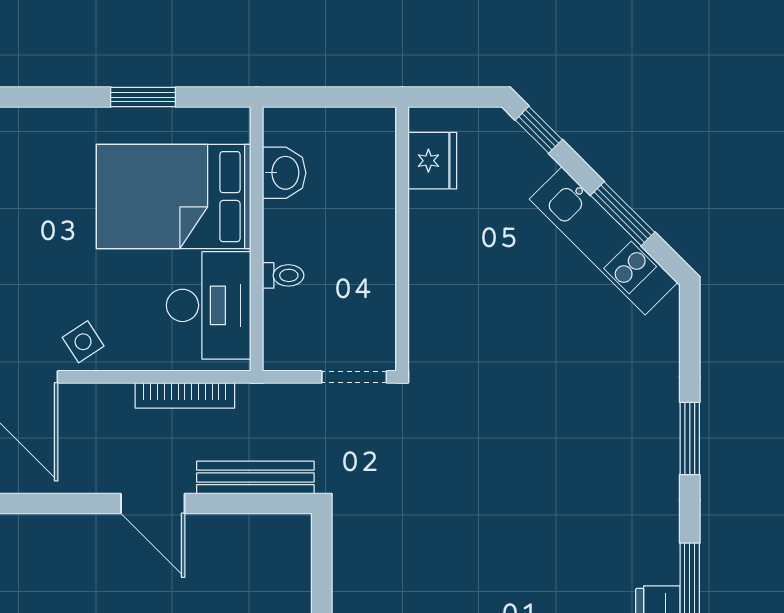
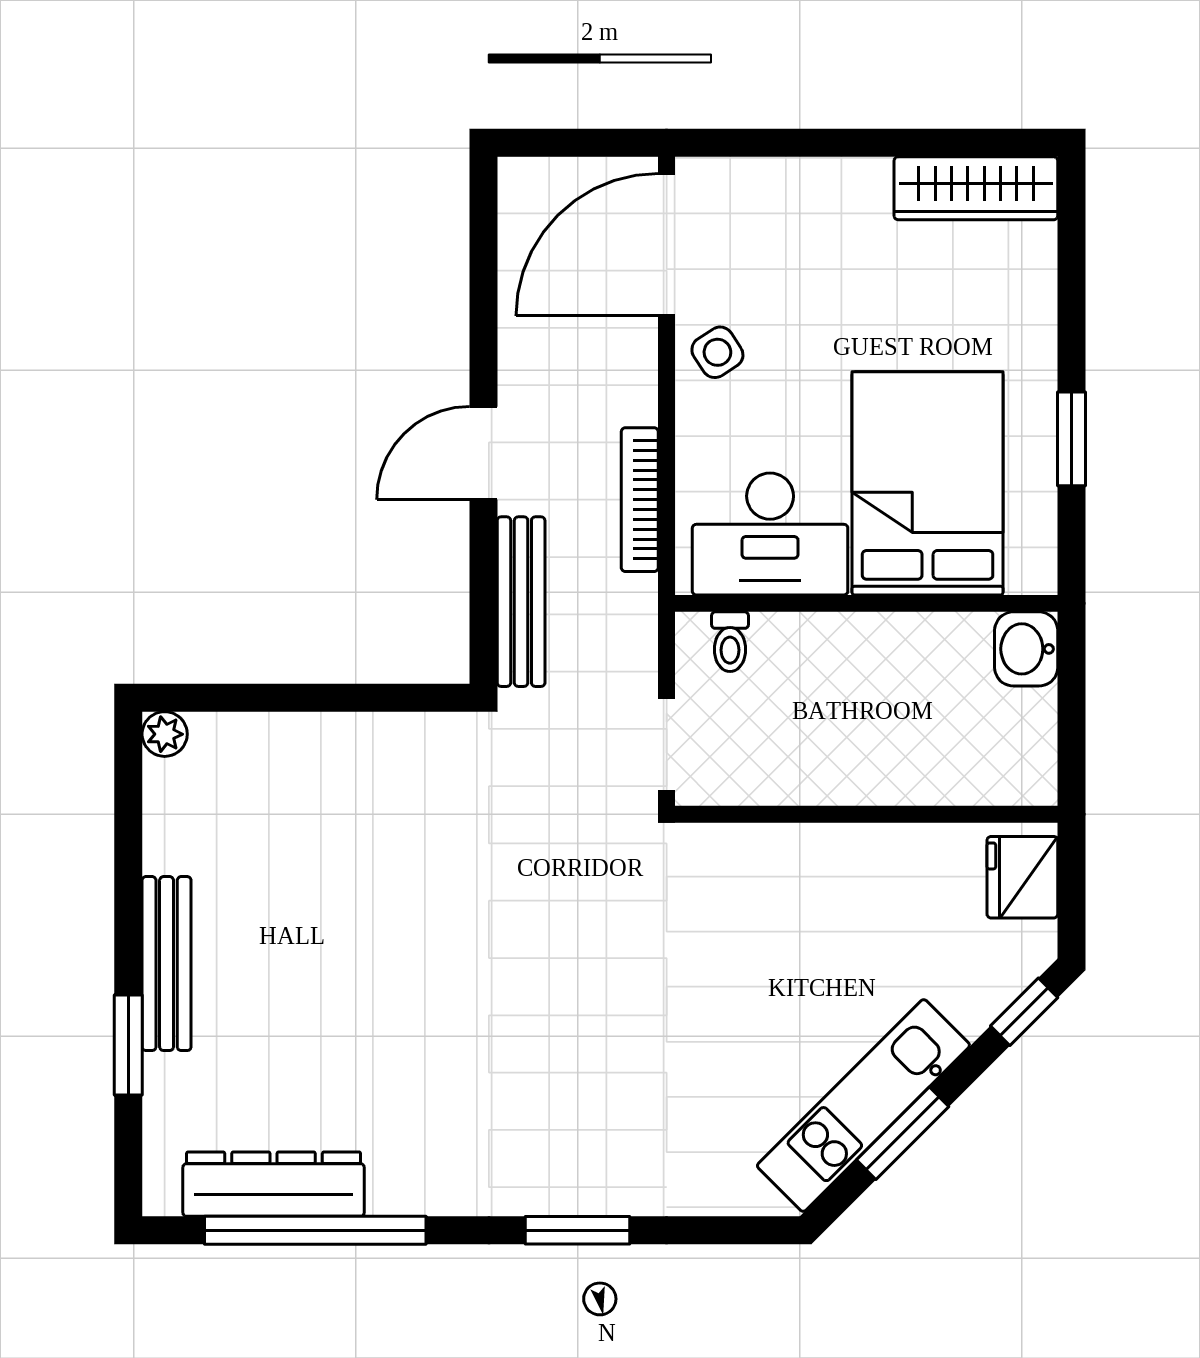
fridge: (432, 161) -> (1022, 877), moved, turned 90
washbasin: (284, 173) -> (1026, 649), moved, turned 90
toilet: (283, 275) -> (730, 642), moved

